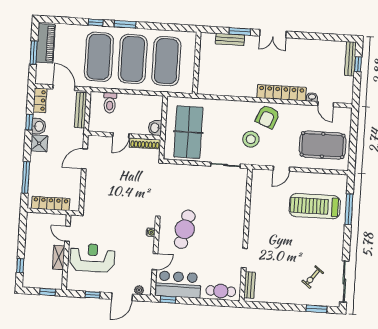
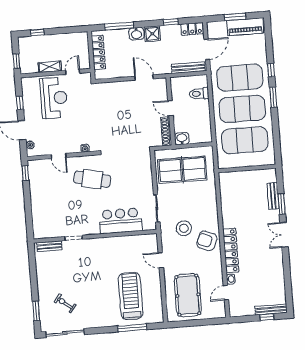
washbasin: (39, 126) -> (136, 34), moved
bar counter: (178, 285) -> (121, 221), moved, turned -90
cafe table: (221, 291) -> (40, 221), removed

